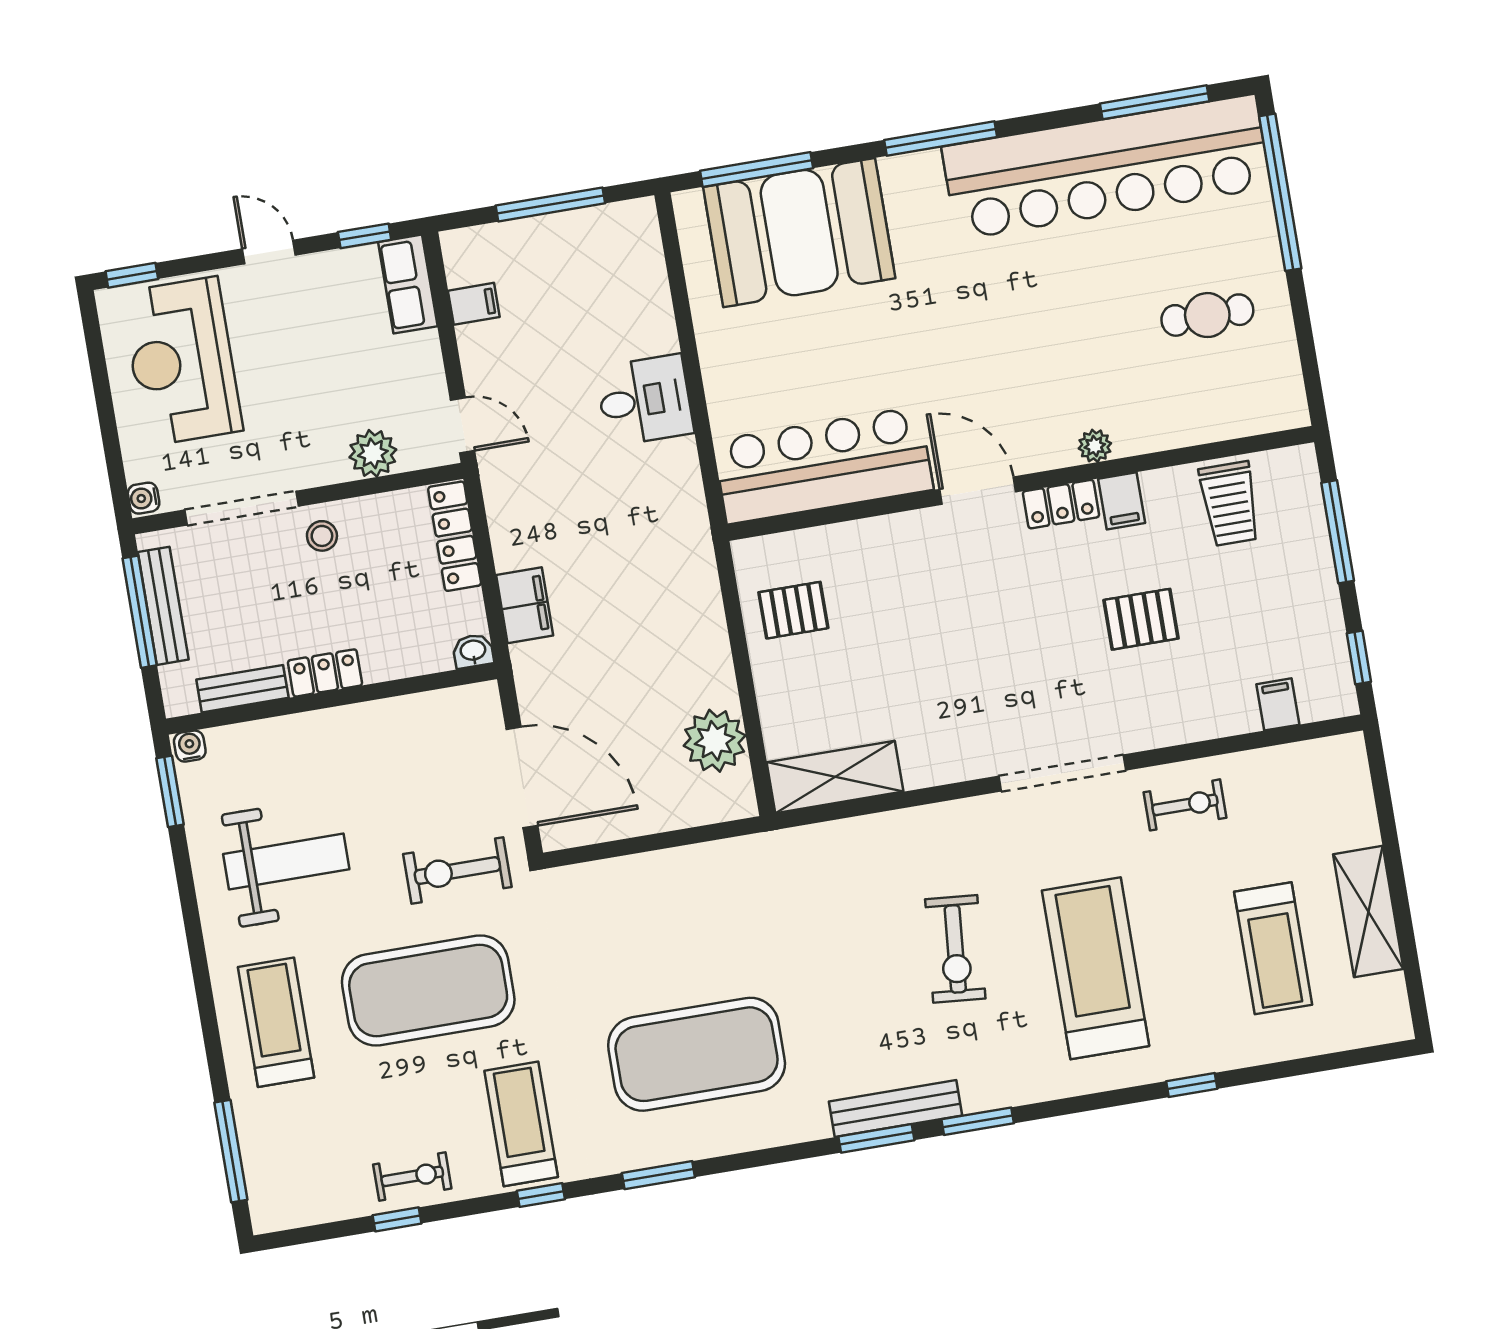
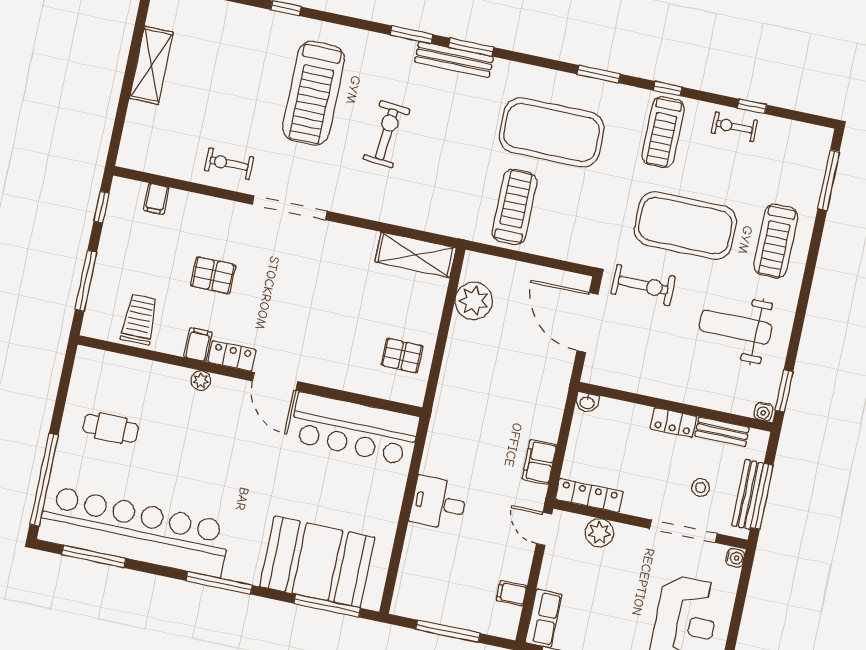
stool: (322, 536) -> (701, 488), moved
locker: (455, 536) -> (589, 495), moved, turned -90
filing cabinet: (525, 605) -> (539, 462), moved
treadmill: (1273, 948) -> (514, 207), moved

